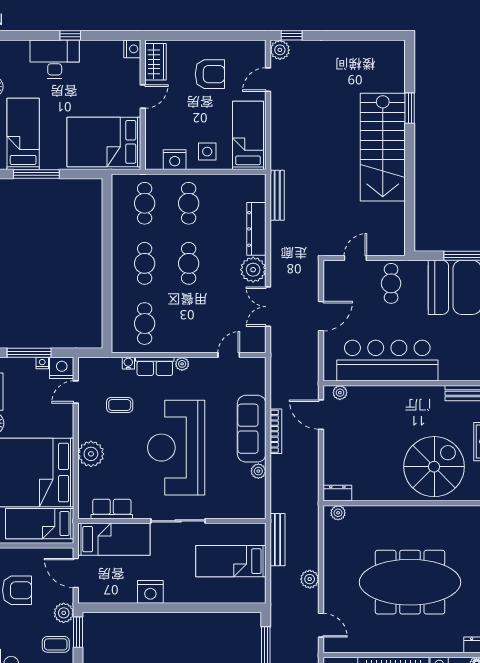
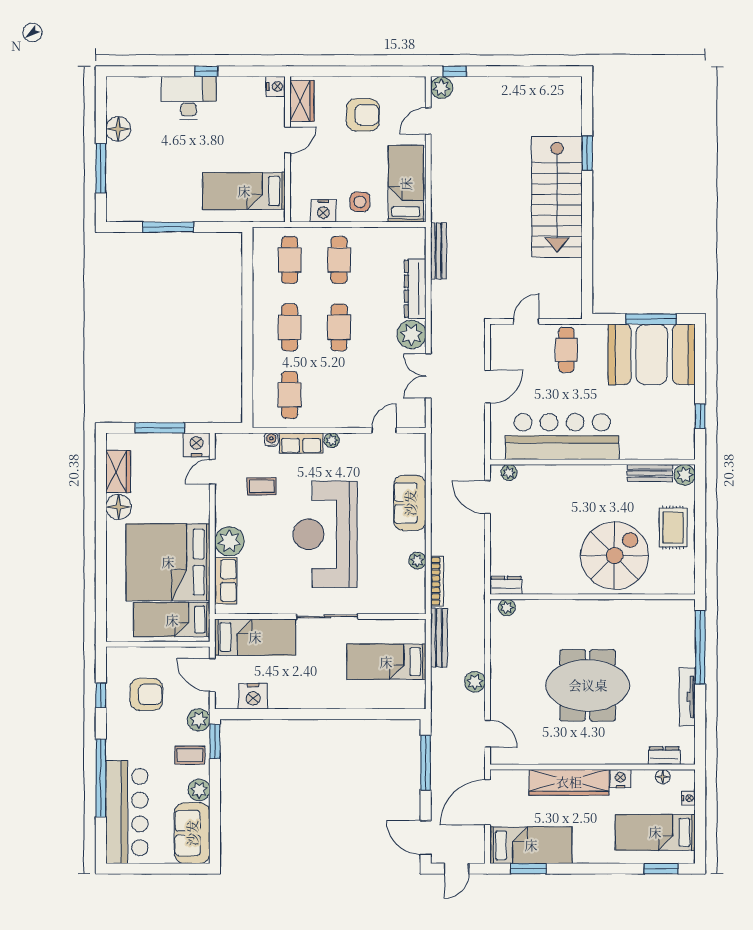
bed: (23, 134) -> (153, 182), removed
bed: (104, 142) -> (244, 191), width x0.67
nightstand: (42, 363) -> (175, 439), removed
sofa: (252, 429) -> (410, 503), width x0.73
bookcase: (276, 431) -> (437, 581), moved
row of seats: (112, 509) -> (226, 581), moved, turned 90
meeting table: (410, 582) -> (588, 685), width x0.73
nightstand: (150, 592) -> (253, 696), moved

